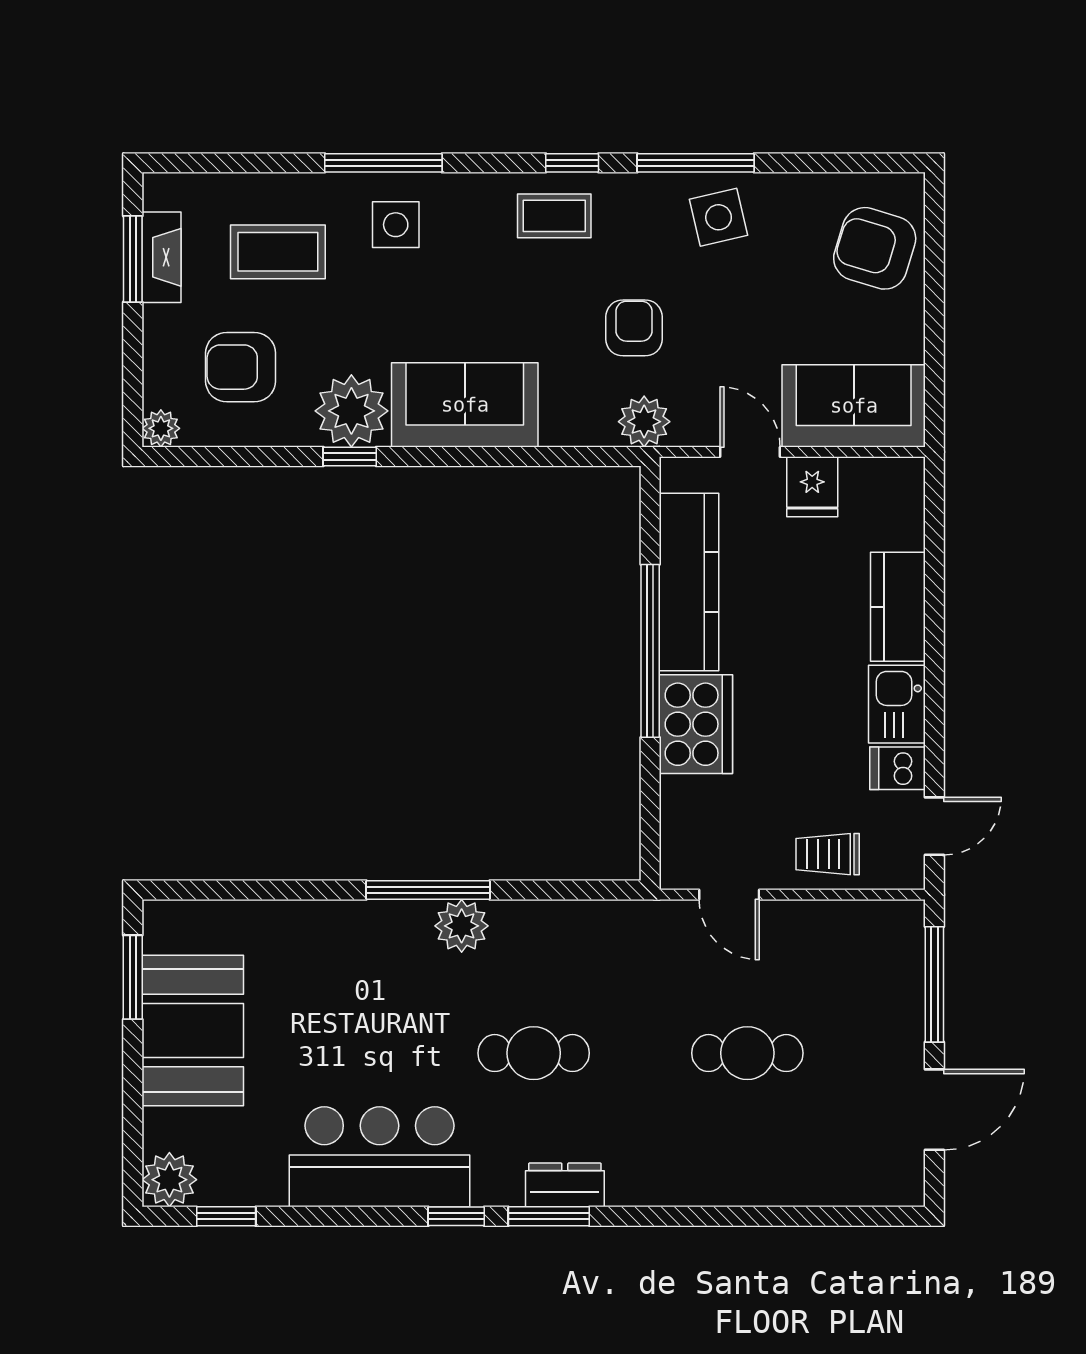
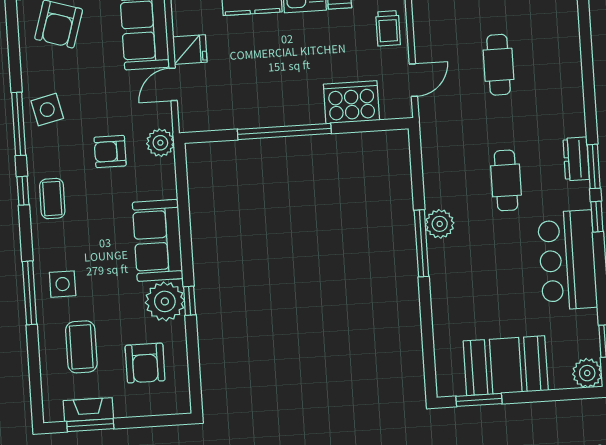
plant: (161, 428) -> (181, 404), removed
kitchen counter: (689, 582) -> (246, 113), removed
cooker: (696, 724) -> (351, 102), moved

